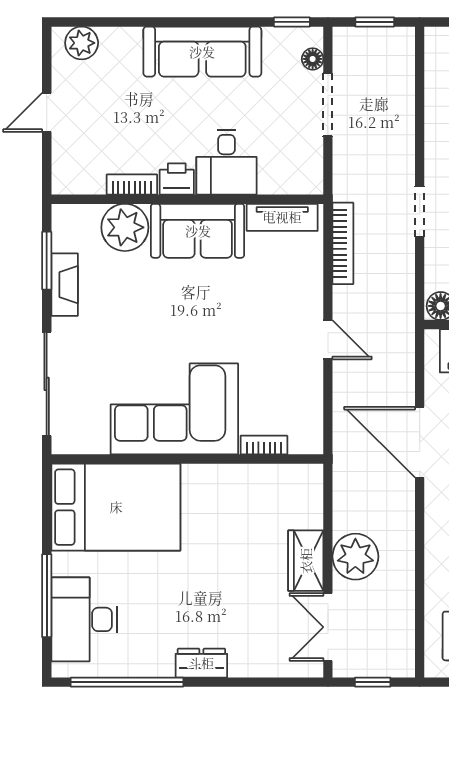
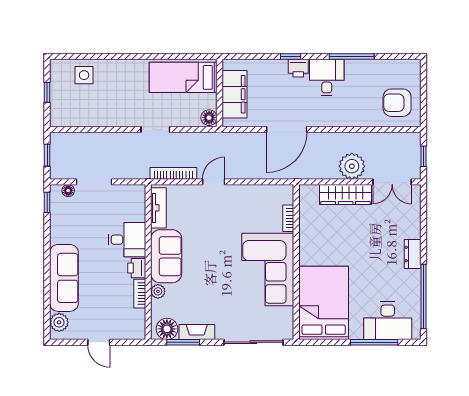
sofa: (202, 52) -> (64, 278), moved
plant: (125, 227) -> (158, 291), width x0.53, depth x0.53
floor lamp: (70, 232) -> (167, 329), added
door: (328, 340) -> (214, 182), moved
wardrobe: (306, 561) -> (346, 195), width x1.50

